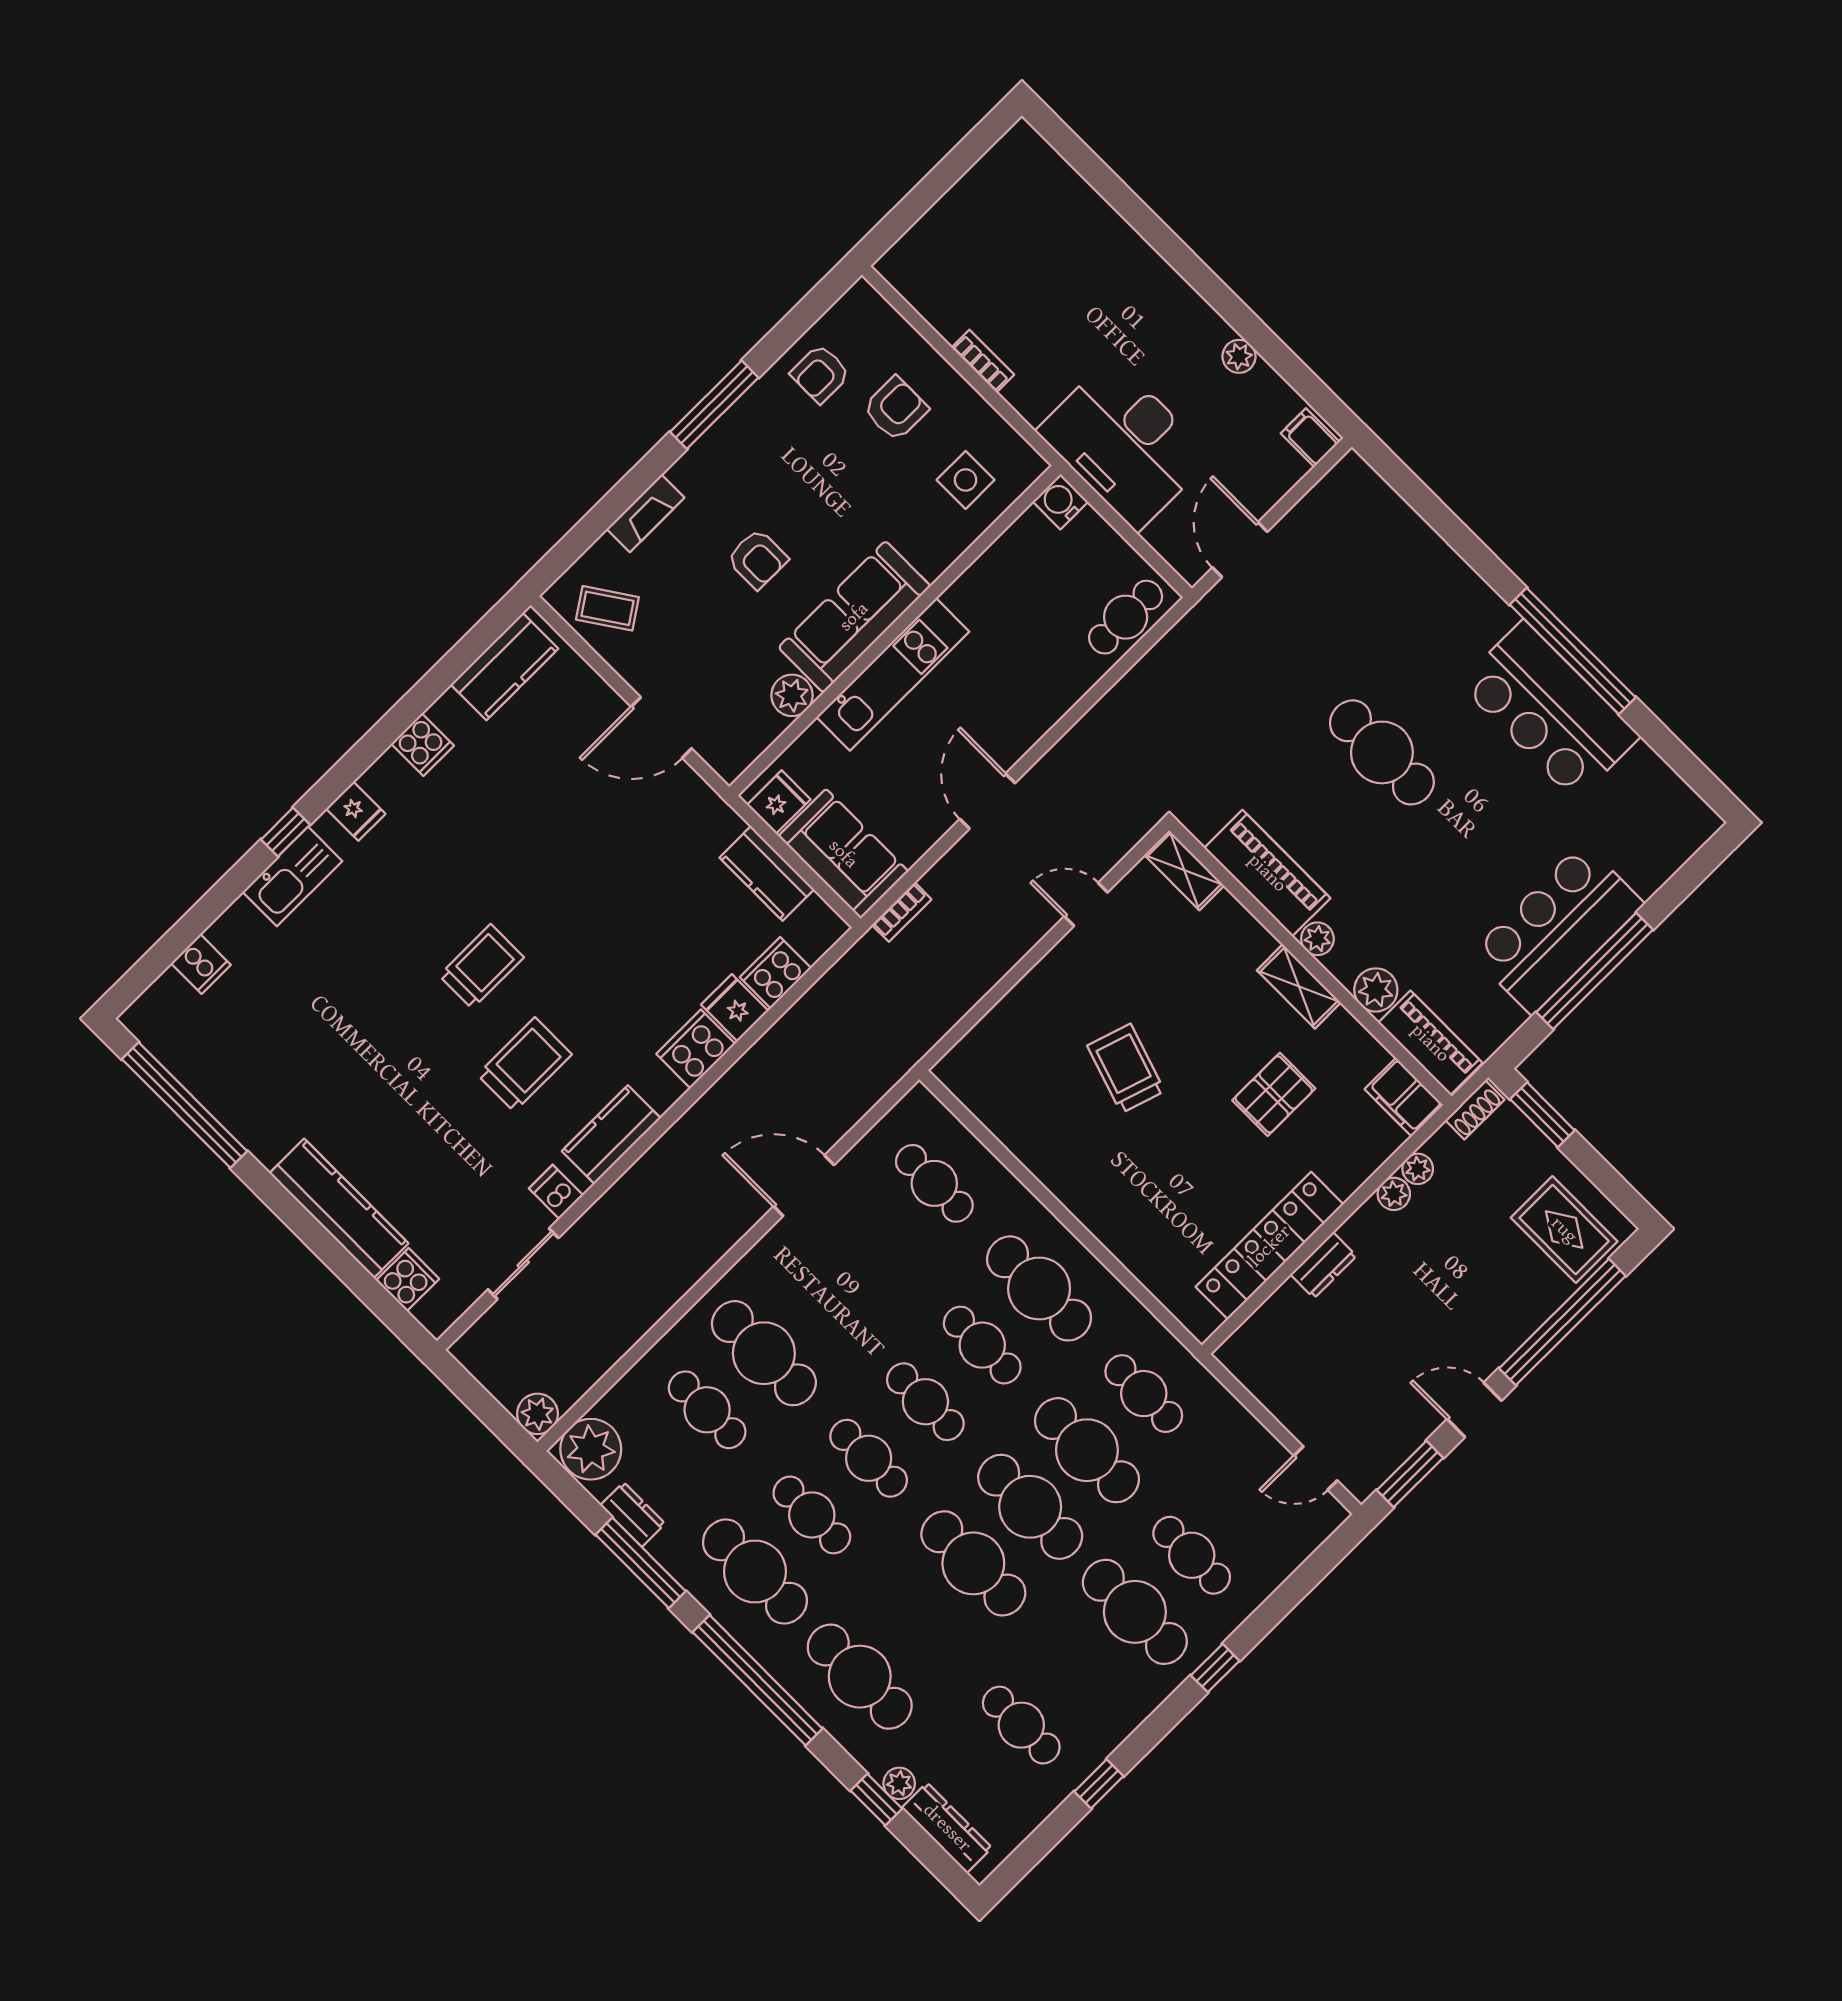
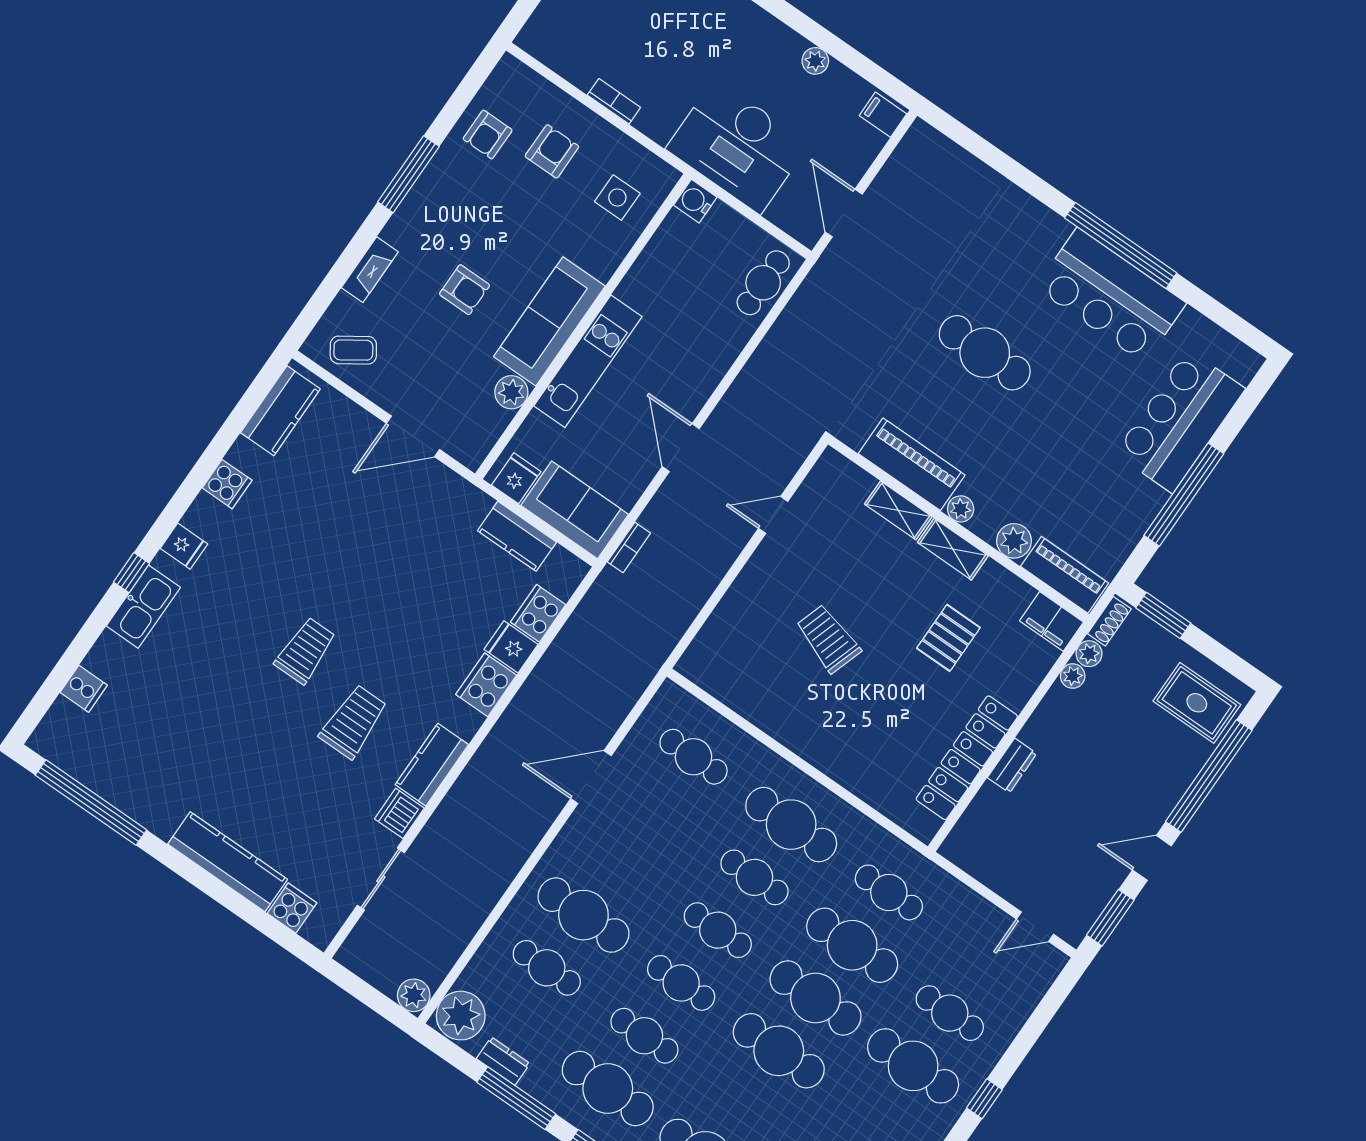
shelving: (1184, 870) -> (898, 510), moved
bar counter: (1557, 929) -> (1180, 421), moved
dishwasher: (556, 1192) -> (399, 813), width x1.38
plant: (1394, 1194) -> (1089, 654), moved

